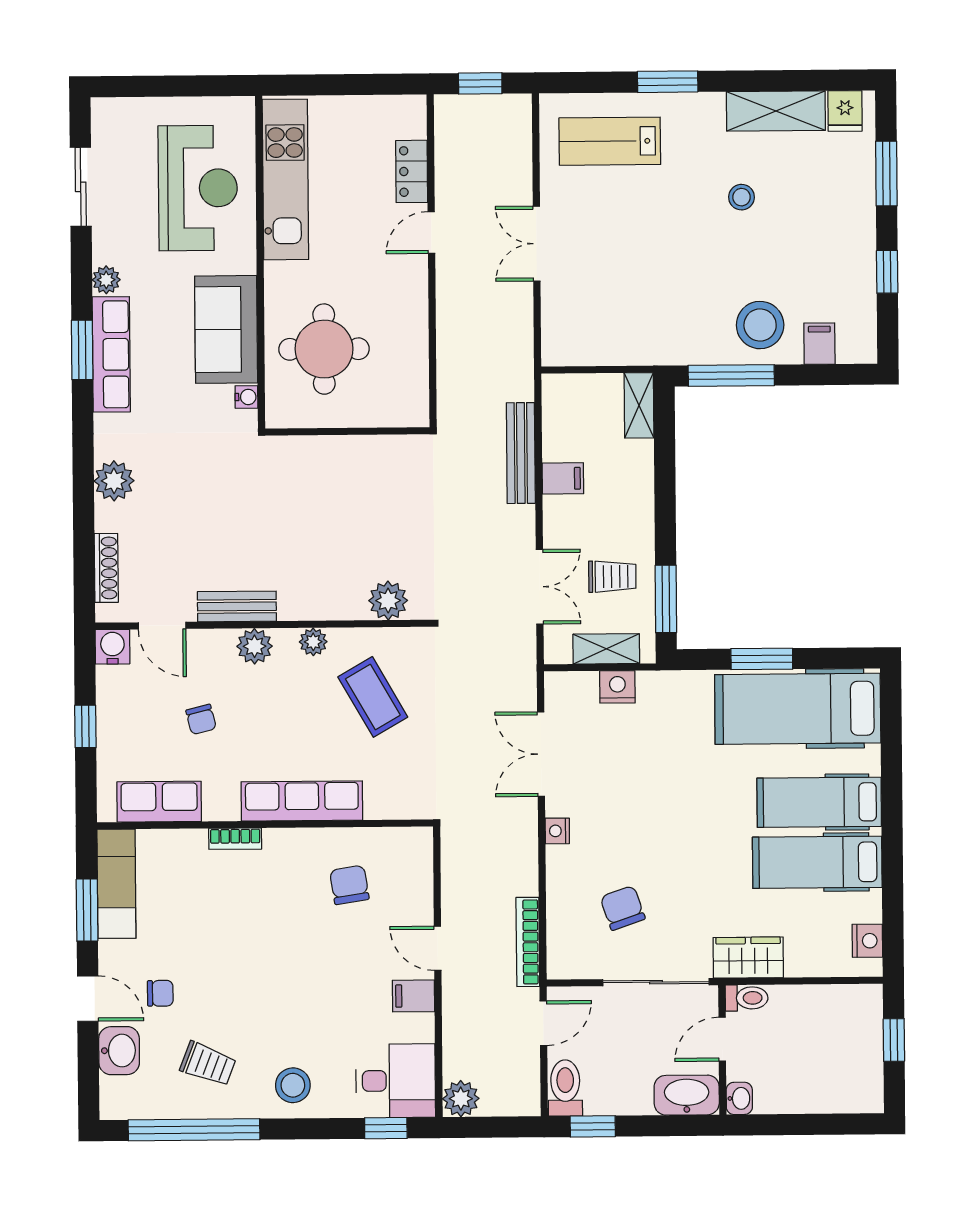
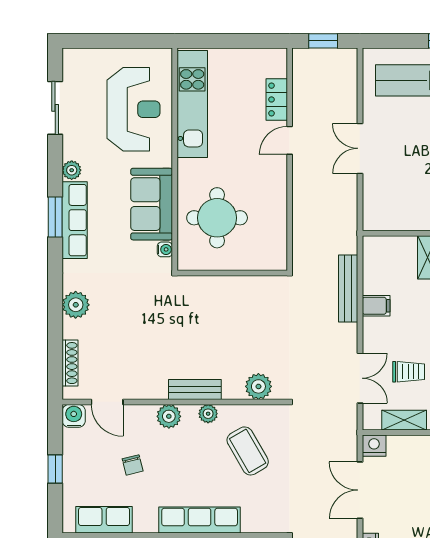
bench: (237, 606) -> (195, 390), moved
nightstand: (617, 687) -> (374, 446), moved

